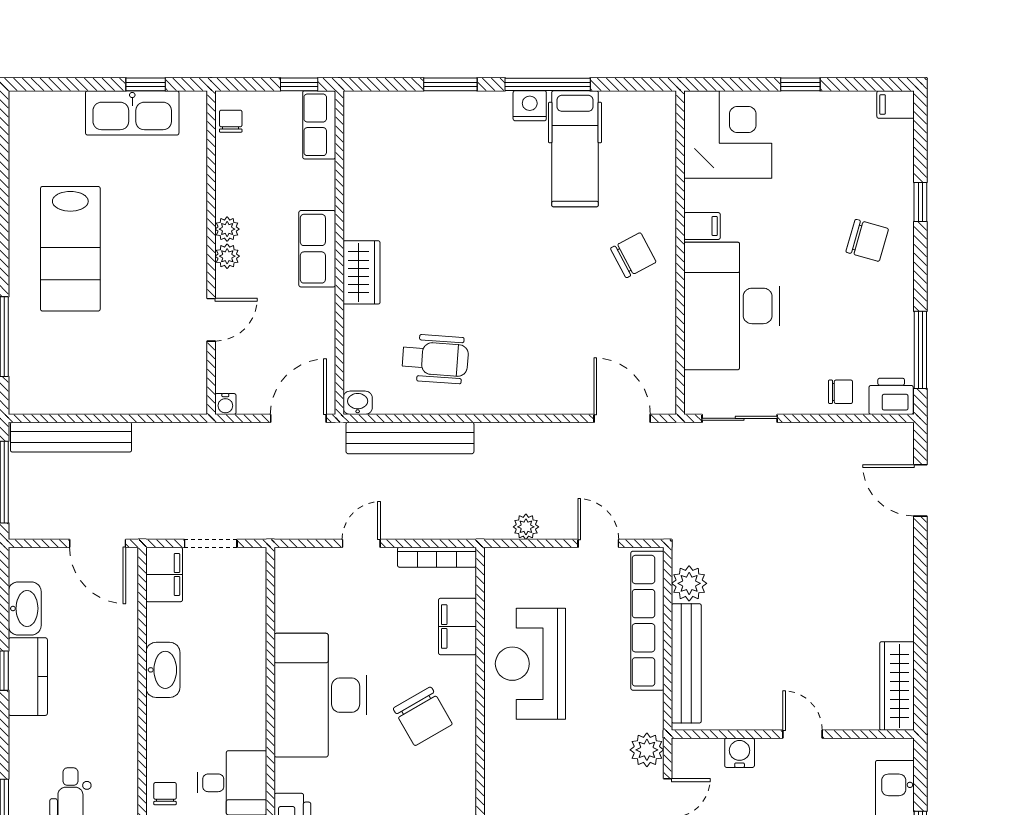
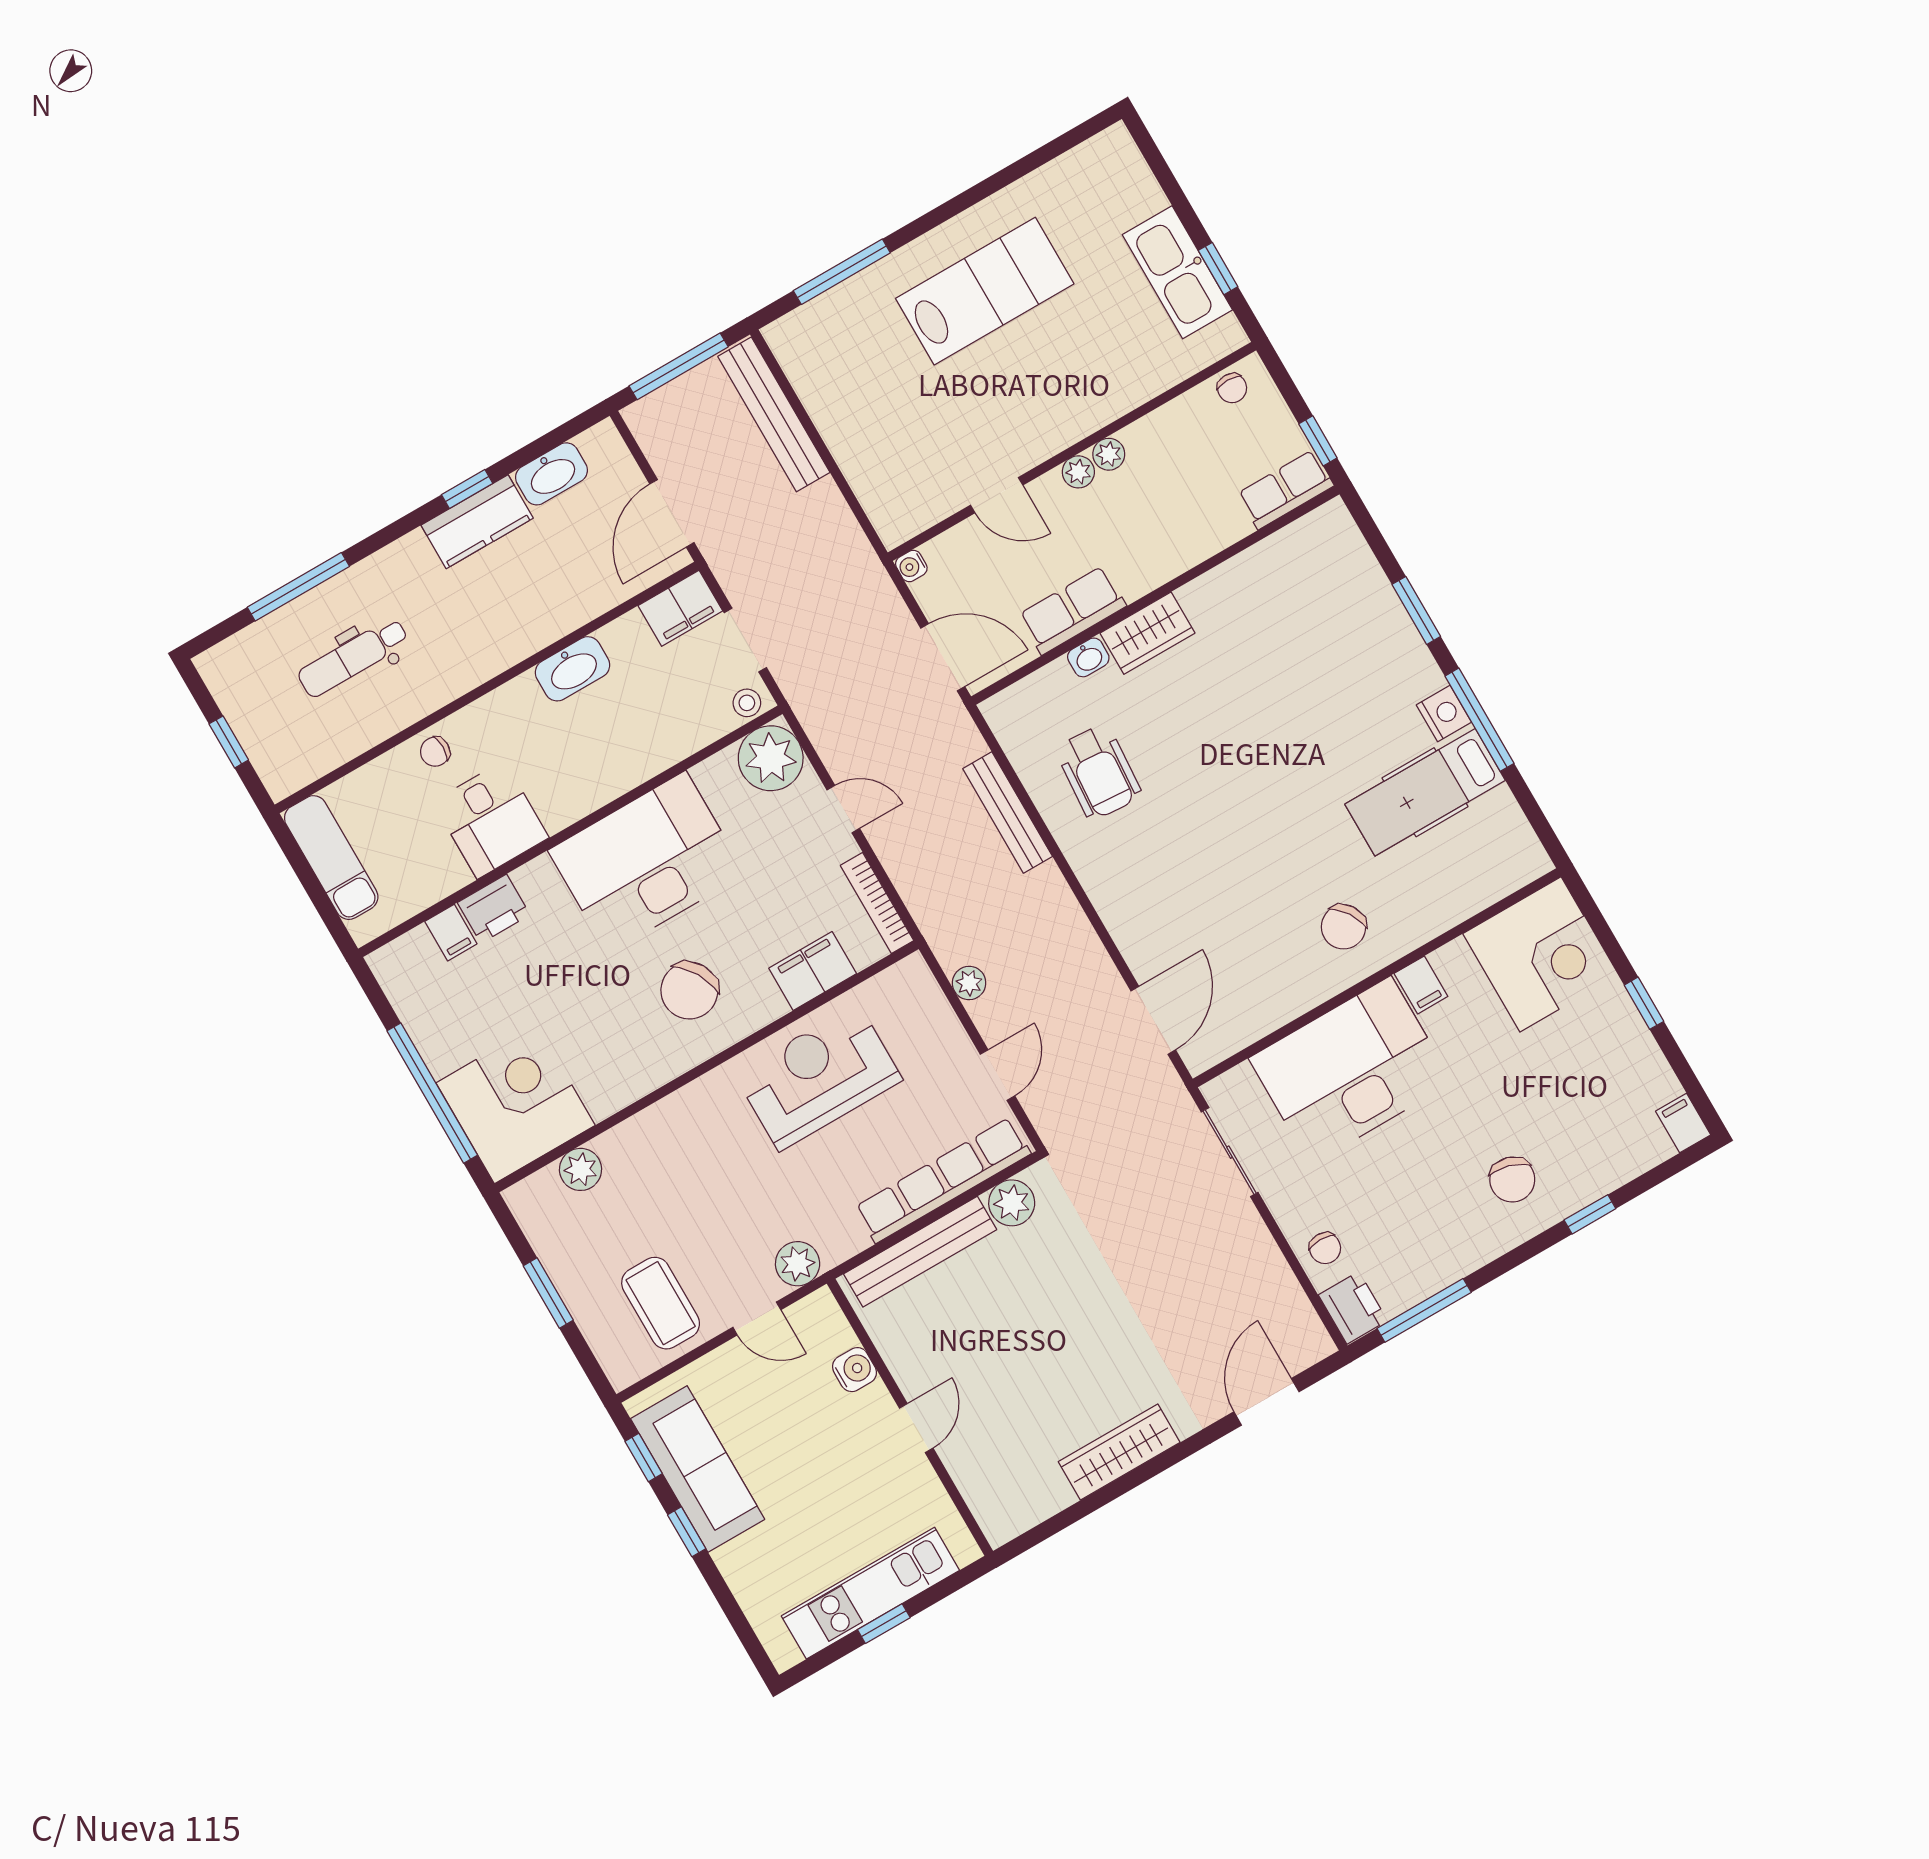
chair: (231, 121) -> (1232, 388), turned 90
lab bench: (70, 249) -> (985, 291), turned 180
row of seats: (317, 249) -> (1072, 610), moved
chair: (633, 255) -> (1344, 927), turned 85
washbasin: (358, 403) -> (1088, 657), moved, turned 90
bench: (410, 438) -> (1008, 813), width x0.73, depth x0.82
stool: (253, 567) -> (747, 703), added
plant: (299, 572) -> (771, 758), added
wardrobe: (897, 686) -> (1119, 1452), moved
chair: (165, 794) -> (435, 752), turned 180

